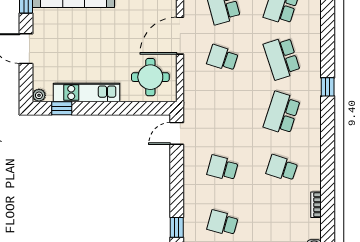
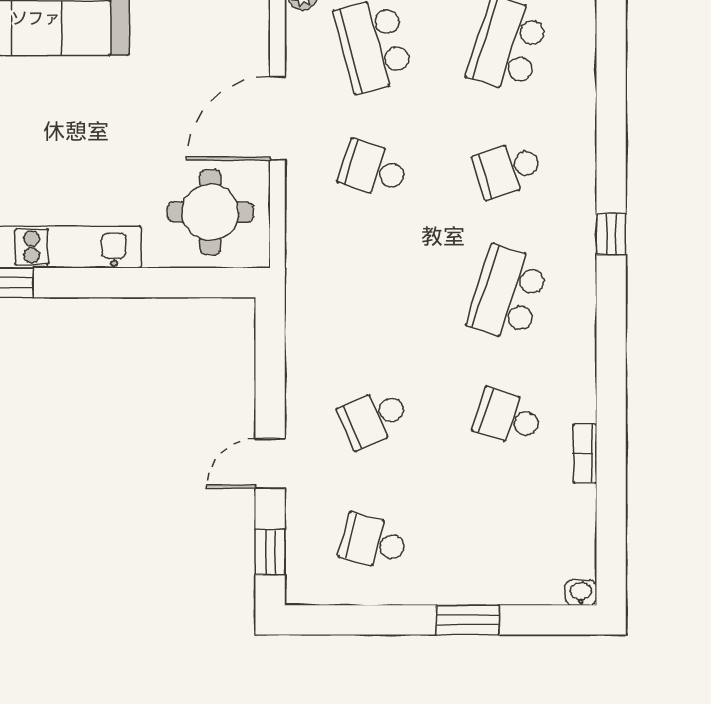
school desk: (282, 58) -> (508, 169), width x0.54
door: (177, 133) -> (270, 464), moved
school desk: (223, 168) -> (374, 418), turned -39
bookcase: (316, 205) -> (585, 454), moved

